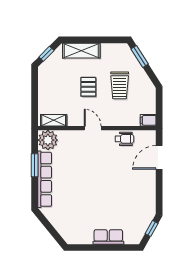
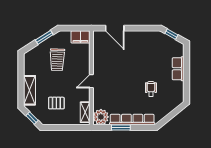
window: (140, 56) -> (44, 37), moved
trolley: (120, 85) -> (57, 60), turned 92
pallet: (88, 87) -> (56, 103), moved
filing cabinet: (148, 120) -> (80, 37), width x2.00
wheelchair: (124, 139) -> (151, 89), moved

